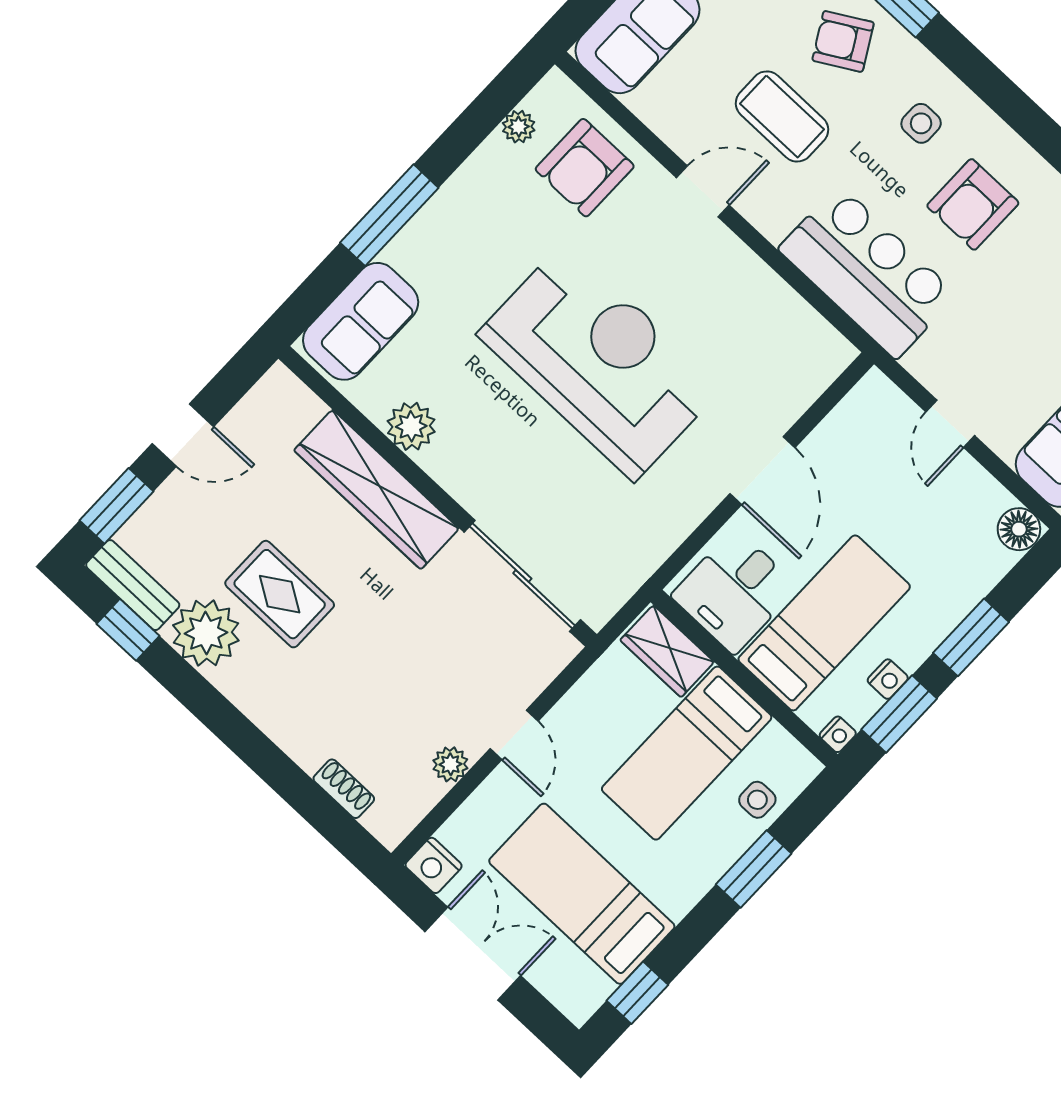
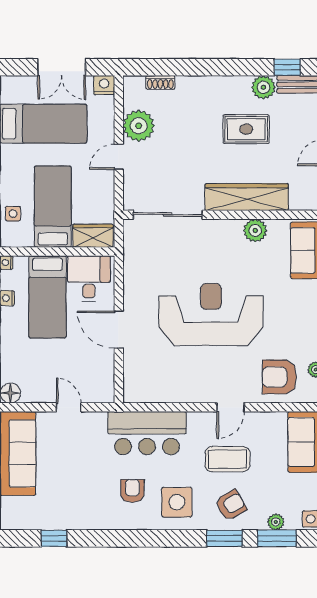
side table: (921, 123) -> (177, 502), width x1.87, depth x1.87
armchair: (585, 168) -> (279, 377), turned -90
armchair: (973, 204) -> (132, 491), width x0.72, depth x0.72
reception desk: (600, 361) -> (211, 314), turned 180
plant: (206, 633) -> (263, 87), width x0.73, depth x0.73
door: (514, 735) -> (119, 157), hinge flipped
plant: (450, 764) -> (139, 126), width x1.88, depth x1.88

